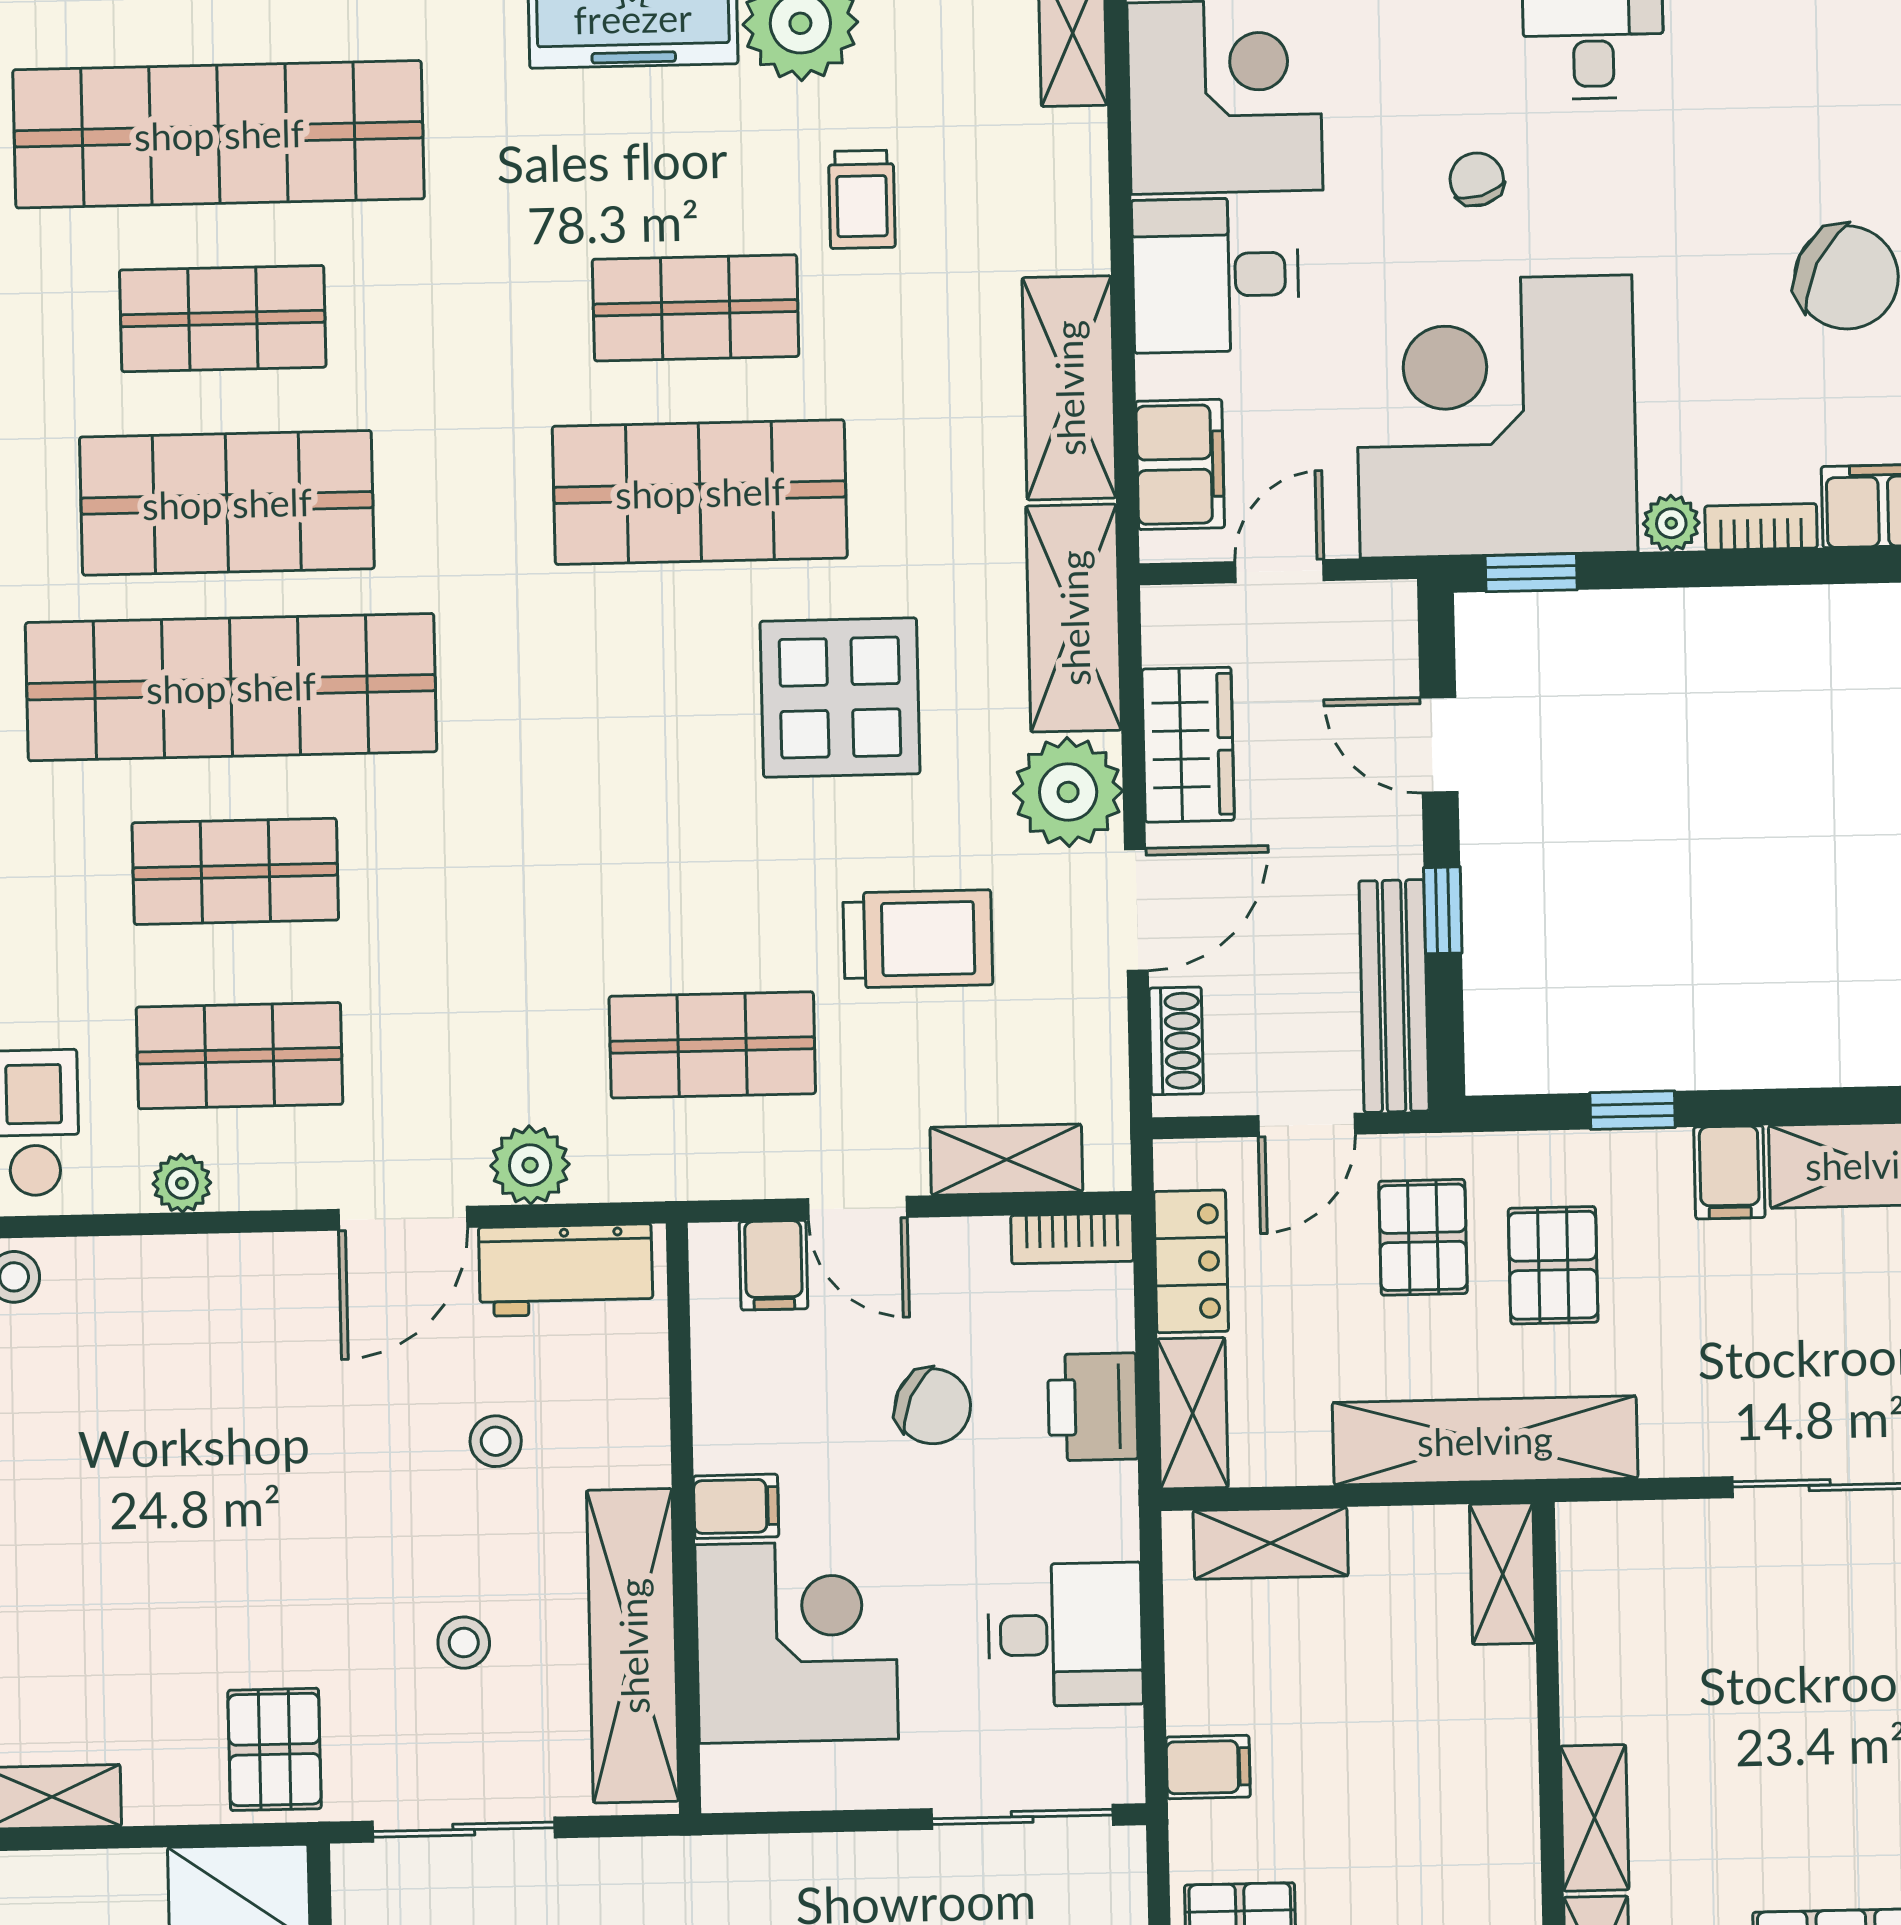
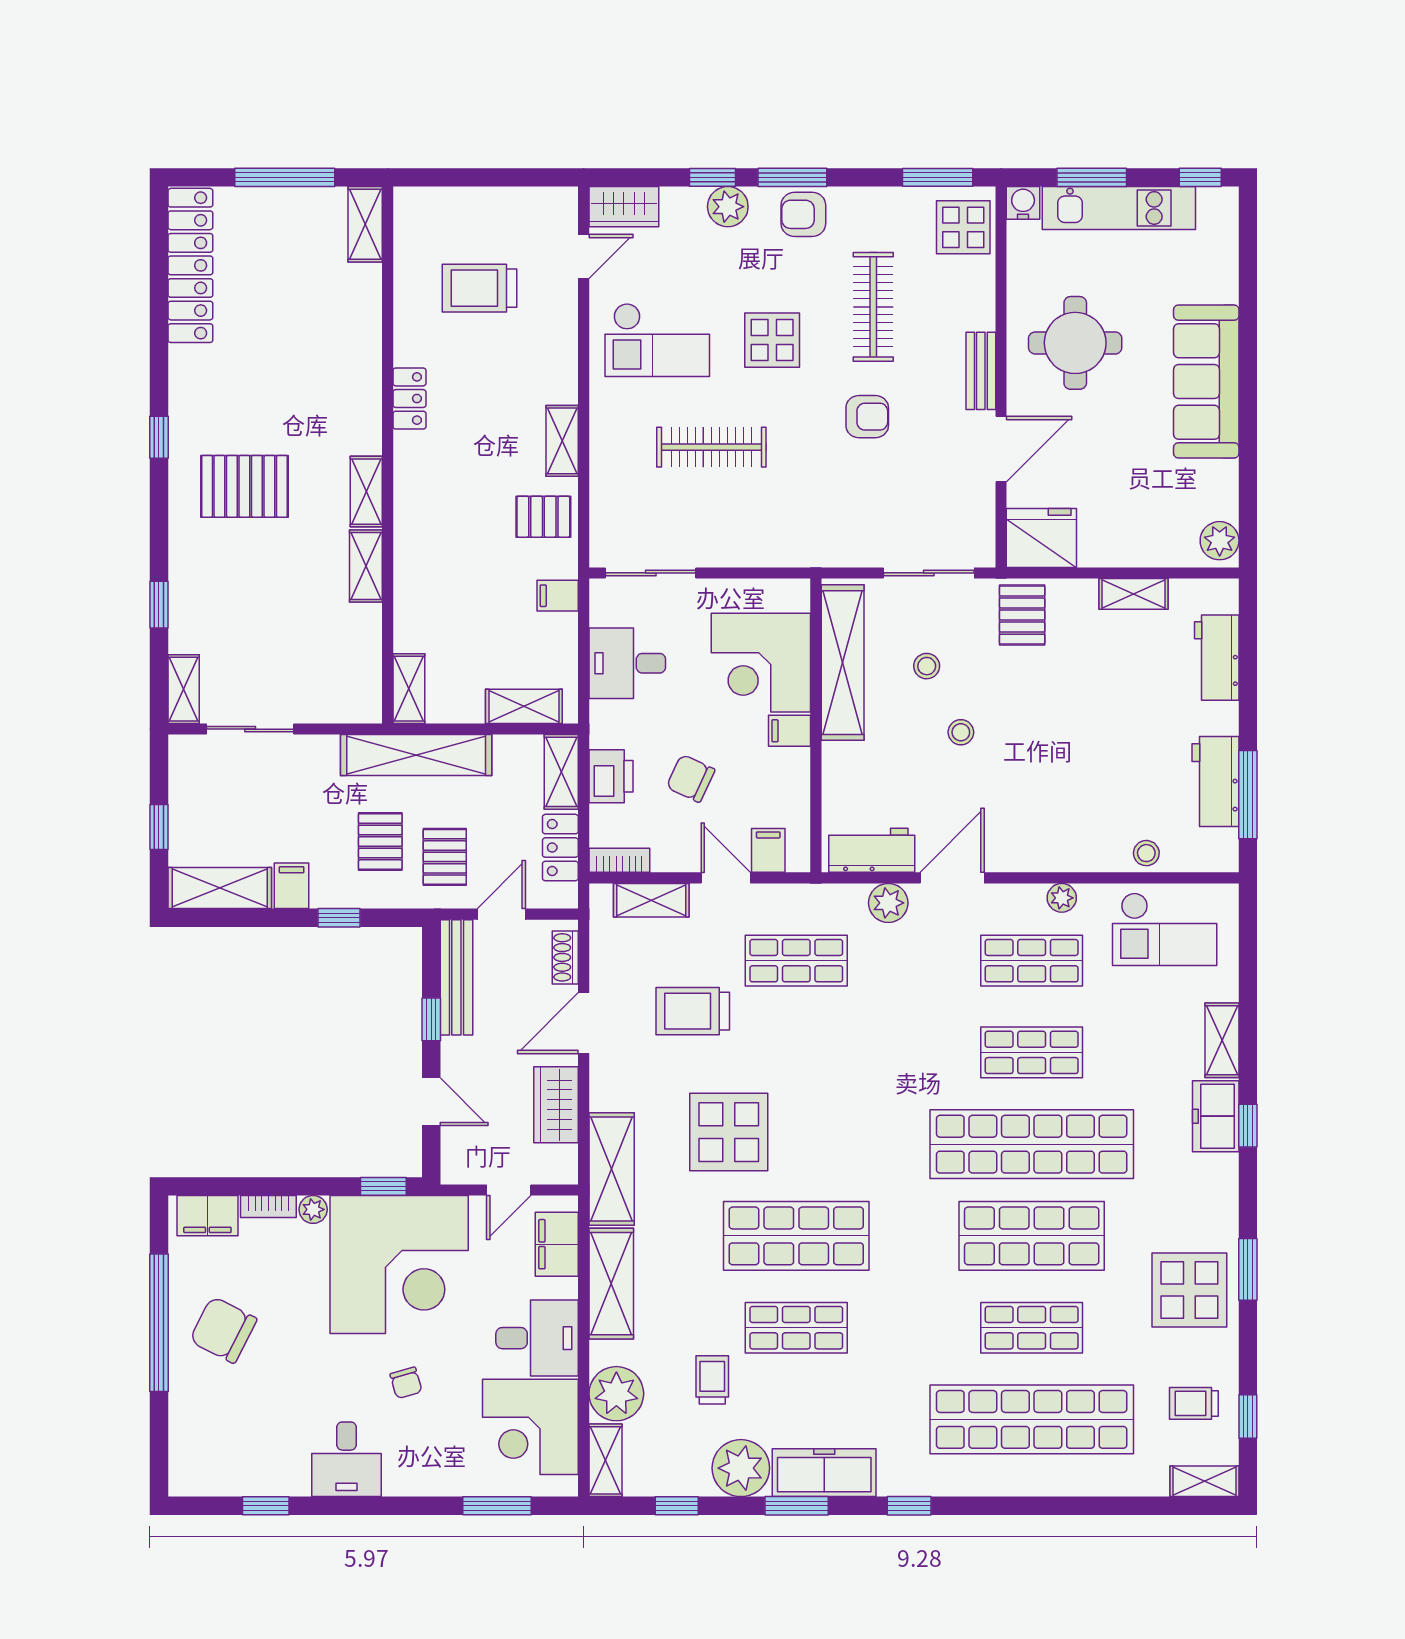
plant: (1068, 792) -> (616, 1394), moved
stool: (496, 1441) -> (961, 732), moved

